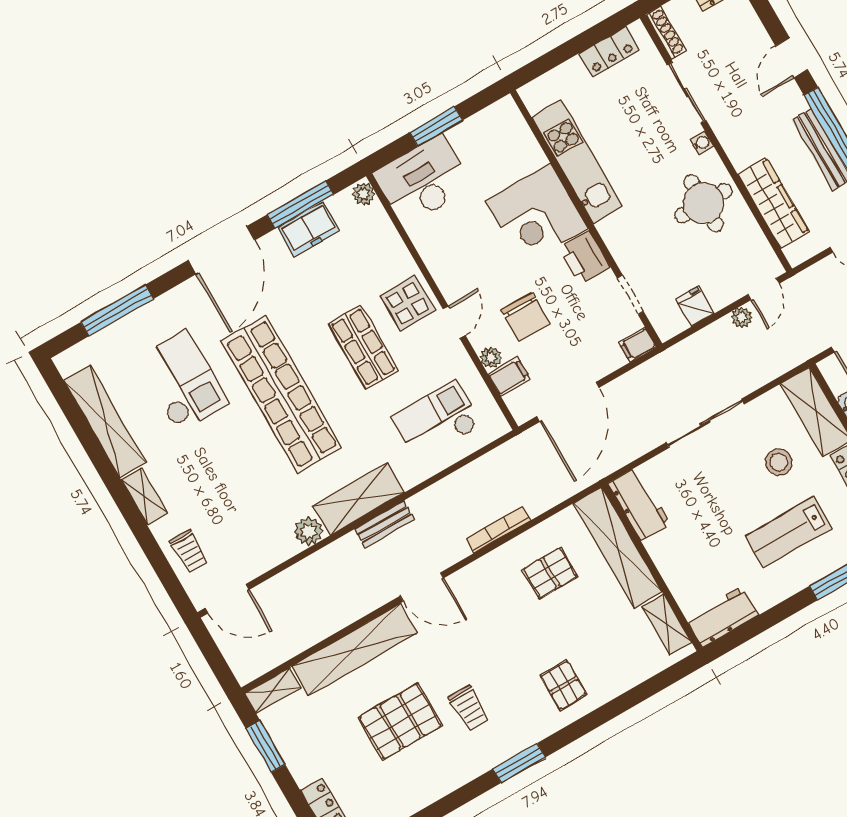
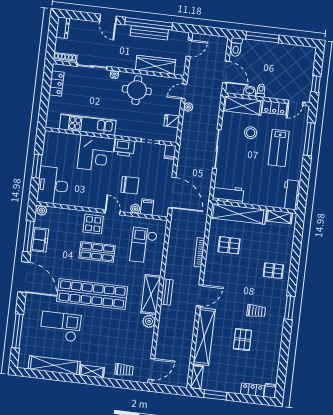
door: (763, 289) -> (184, 92), swing flipped
pallet: (550, 573) -> (229, 245), turned 90
pallet: (400, 722) -> (242, 340), width x0.67, depth x0.71

